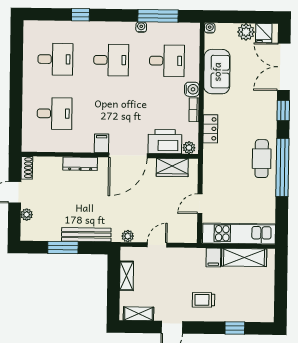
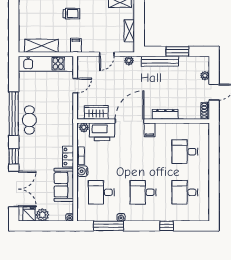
locker: (210, 129) -> (68, 157), moved
filing cabinet: (213, 258) -> (76, 45), moved

